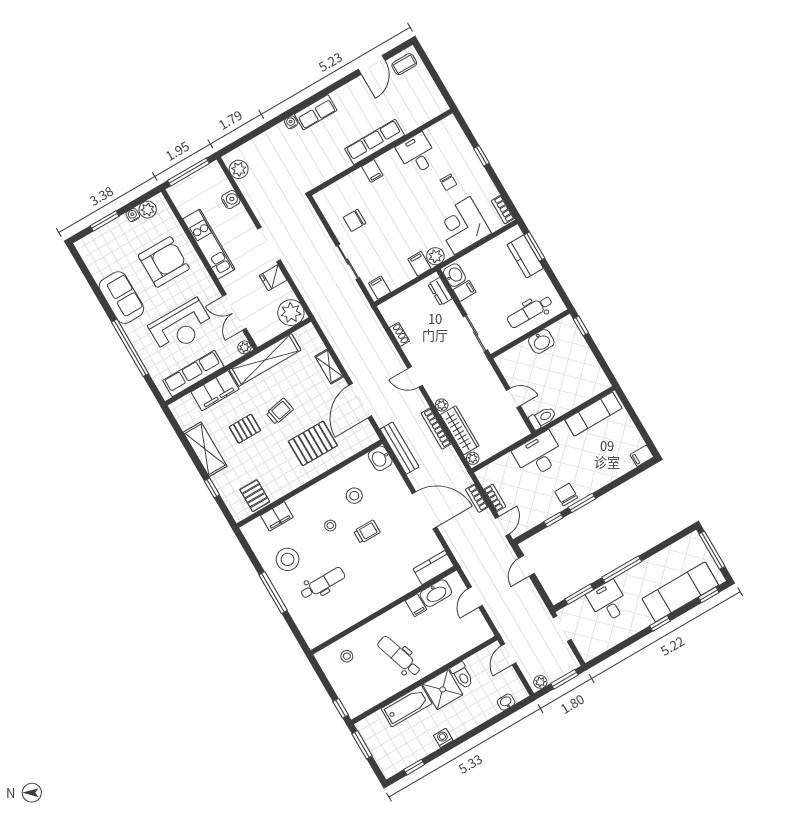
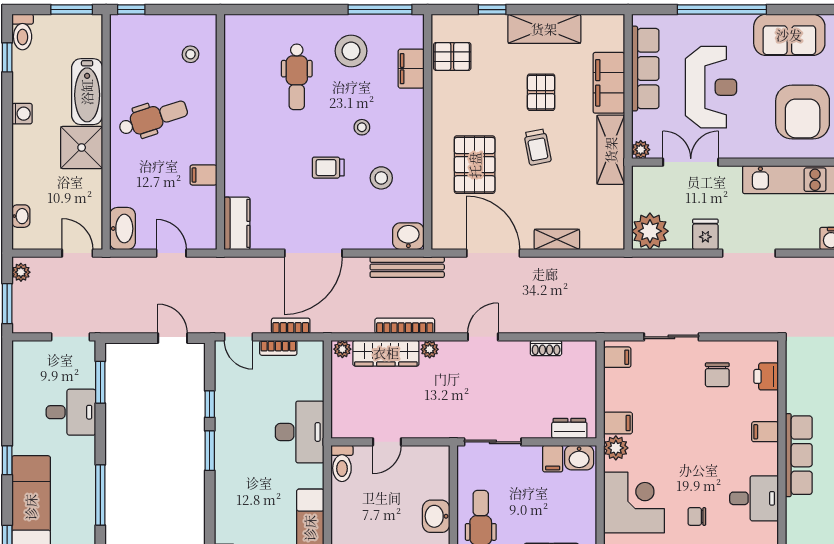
printer: (338, 190) -> (766, 376), added
chair: (355, 220) -> (717, 375), turned 180
reception desk: (181, 327) -> (711, 87), turned 180
shelving: (265, 360) -> (611, 150), width x0.68
chair: (566, 495) -> (231, 437), removed
trolley: (367, 532) -> (328, 168), turned 90
window: (622, 569) -> (100, 495), moved
window: (273, 593) -> (380, 10), moved
washbasin: (436, 593) -> (122, 229), moved, turned 180
toilet: (462, 675) -> (23, 32), moved, turned -90

